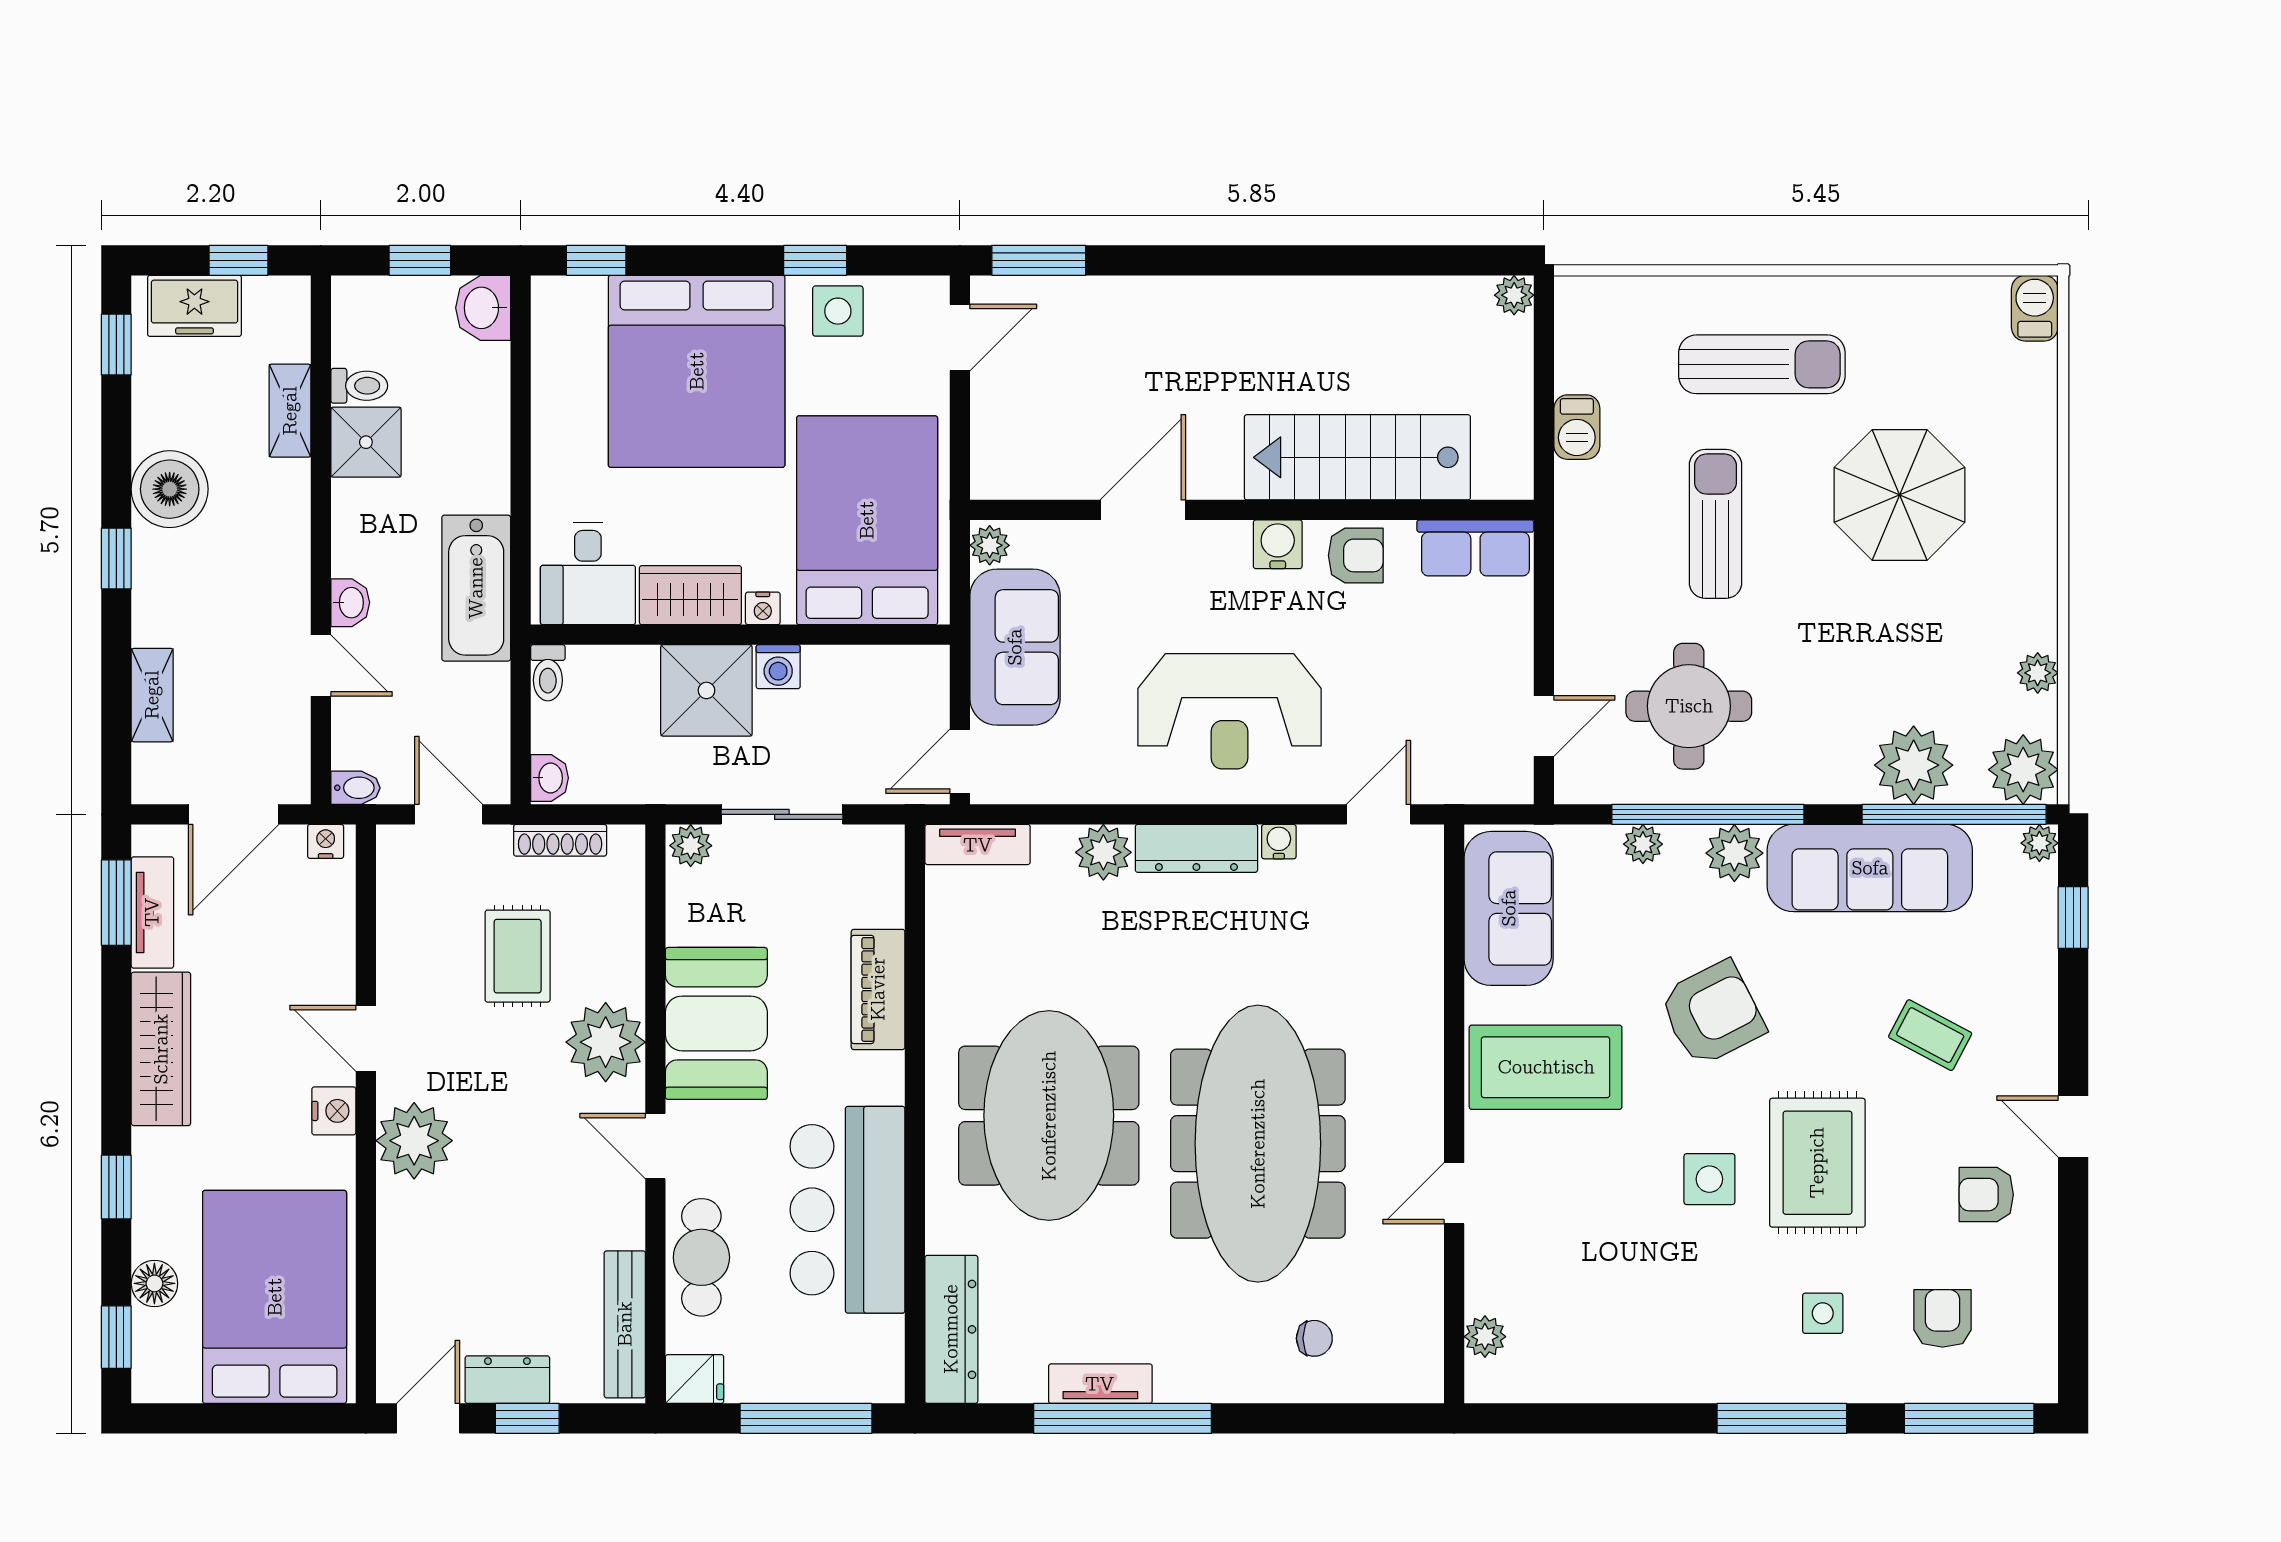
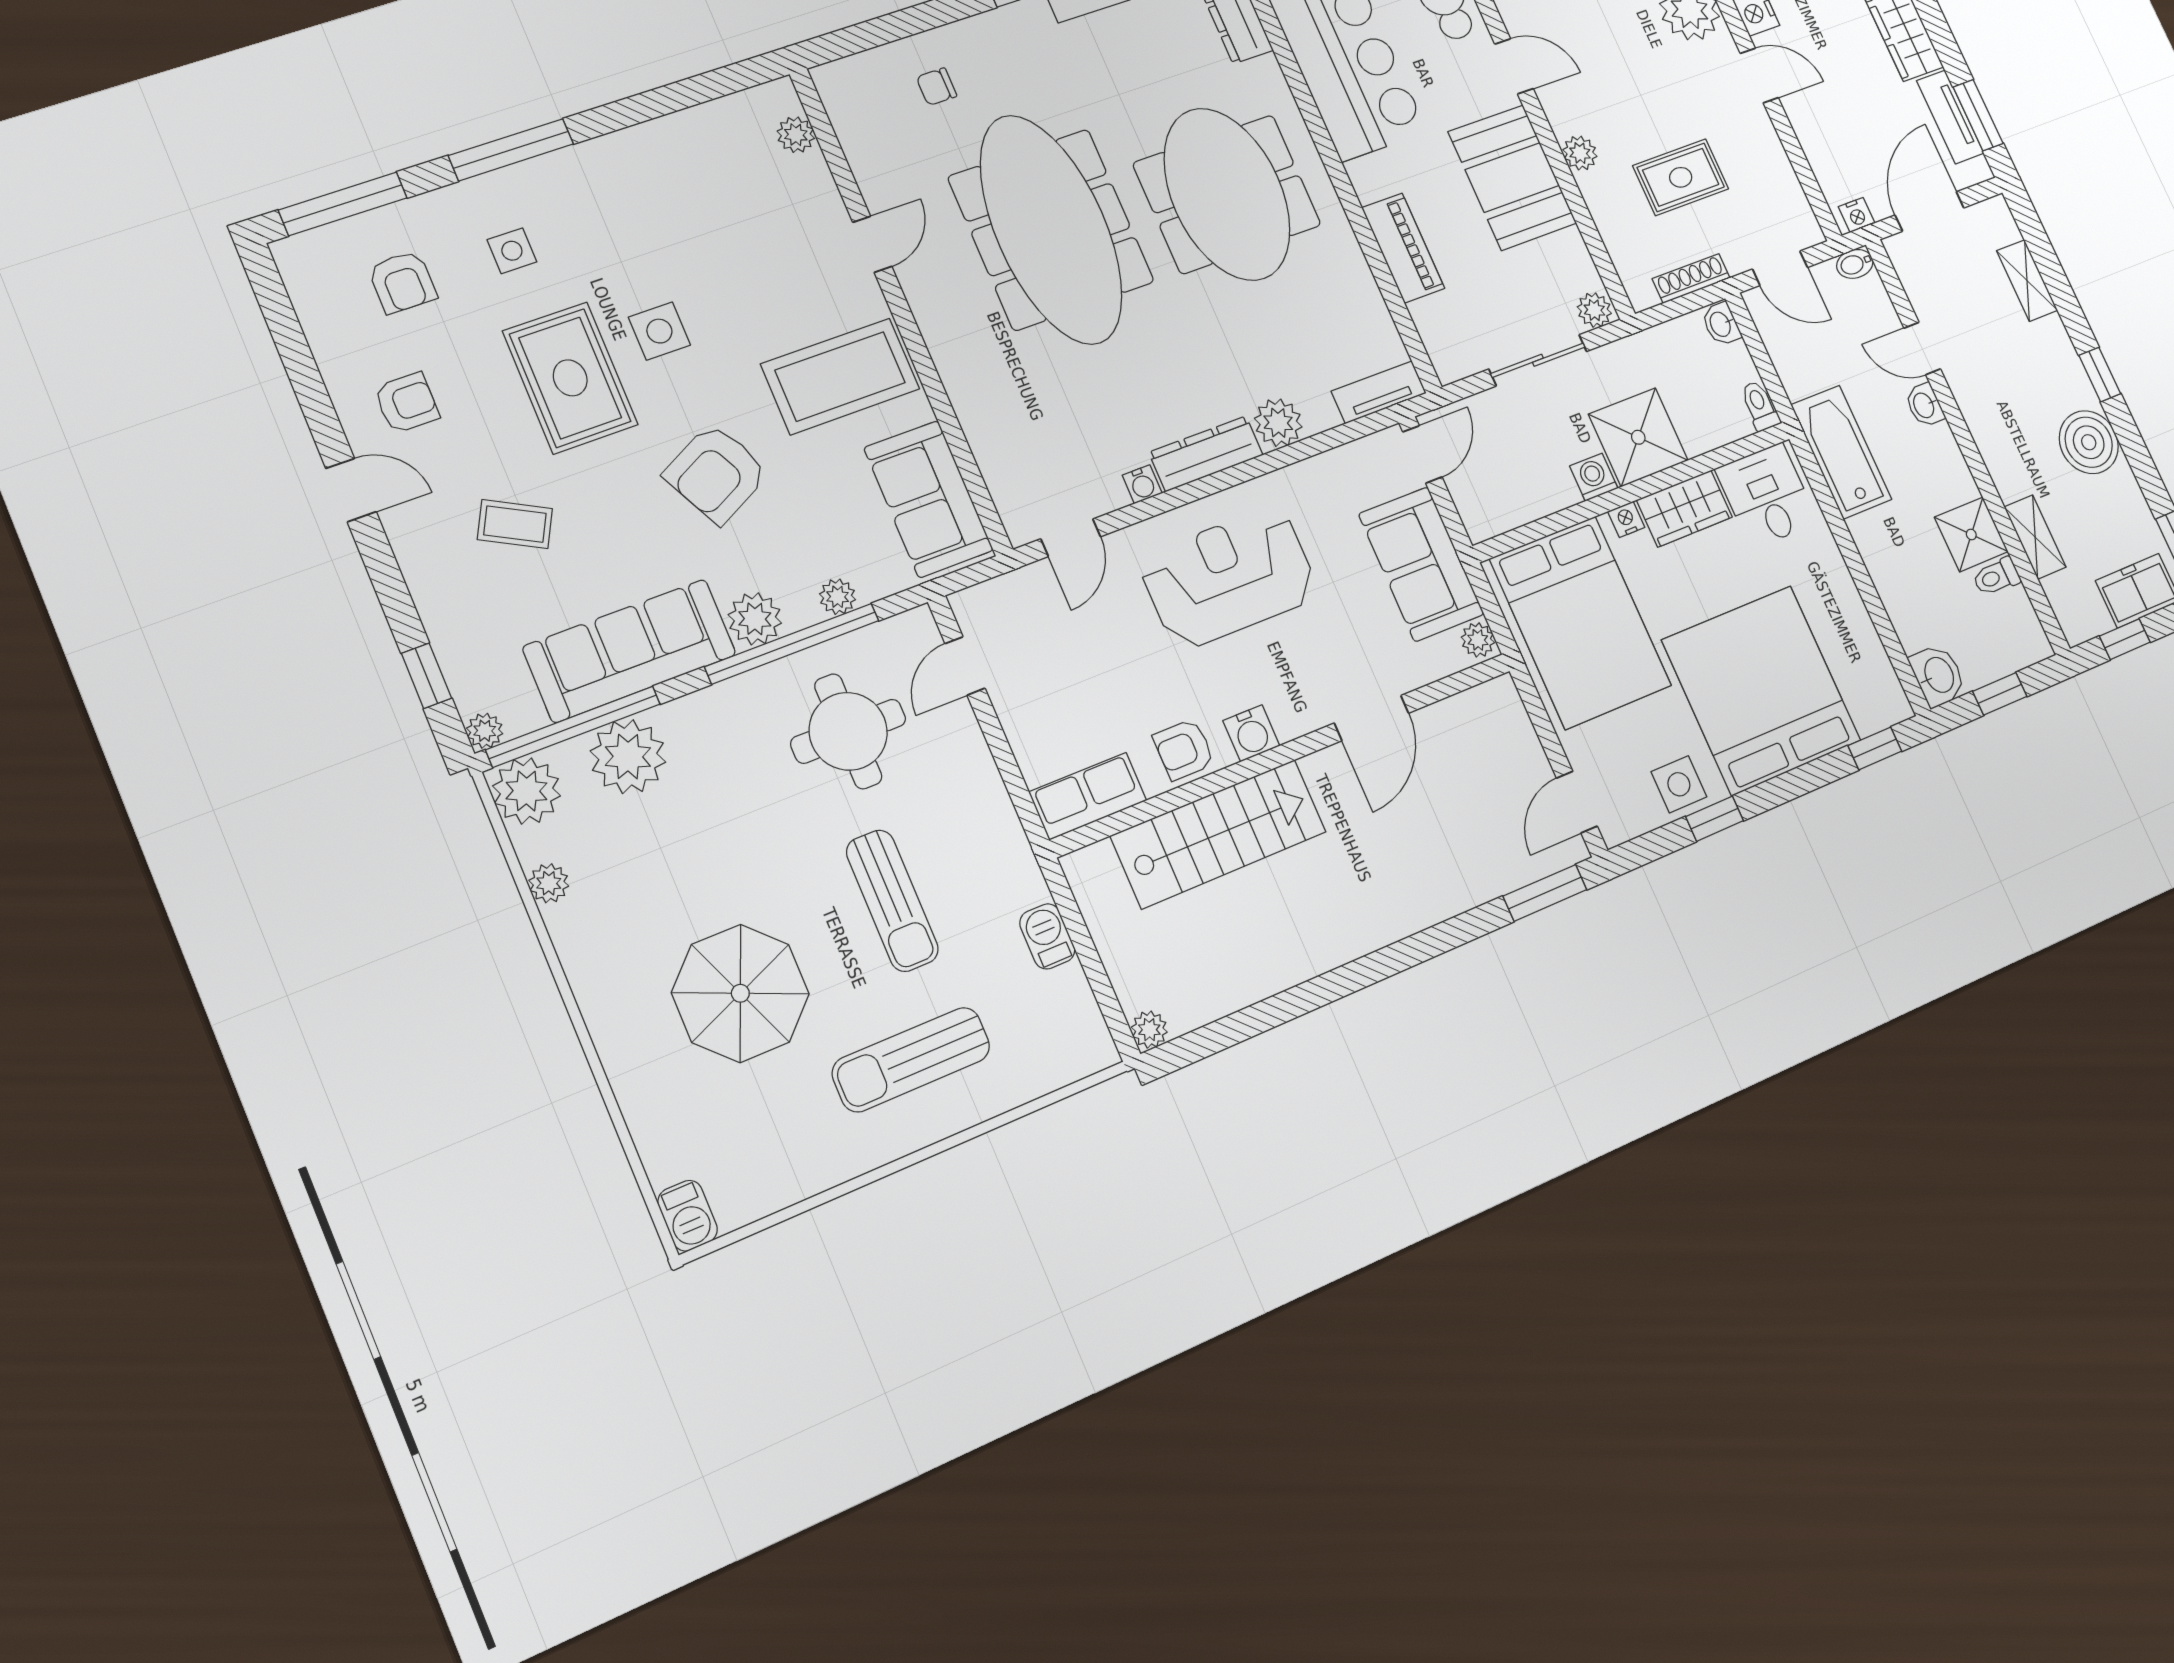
rug: (518, 956) -> (1681, 177), turned 90
plant: (606, 1042) -> (1580, 153), width x0.53, depth x0.53

